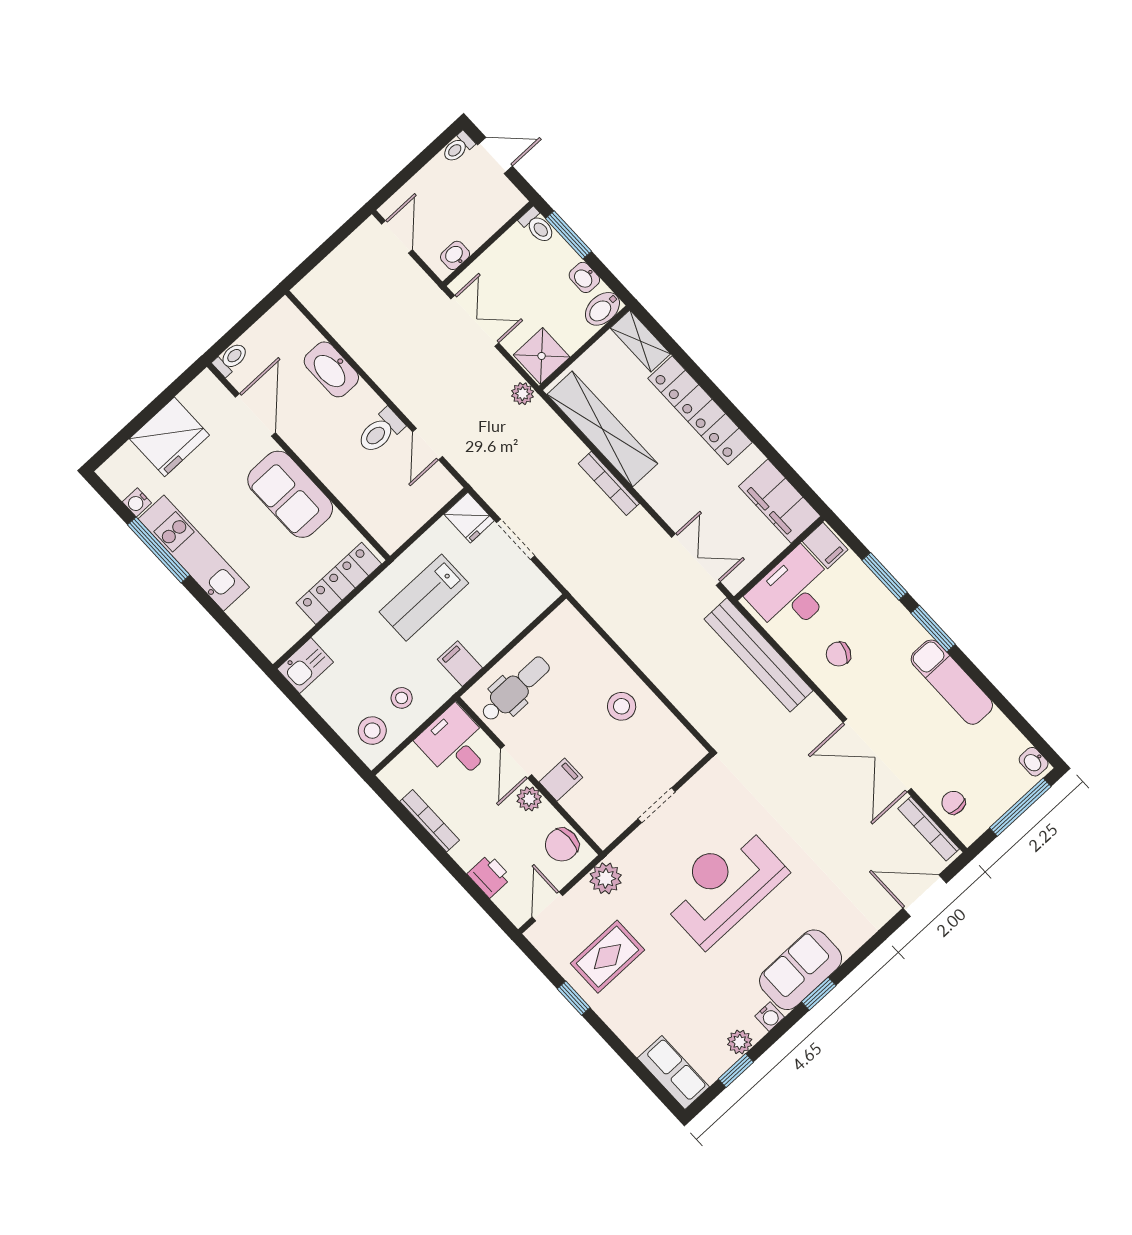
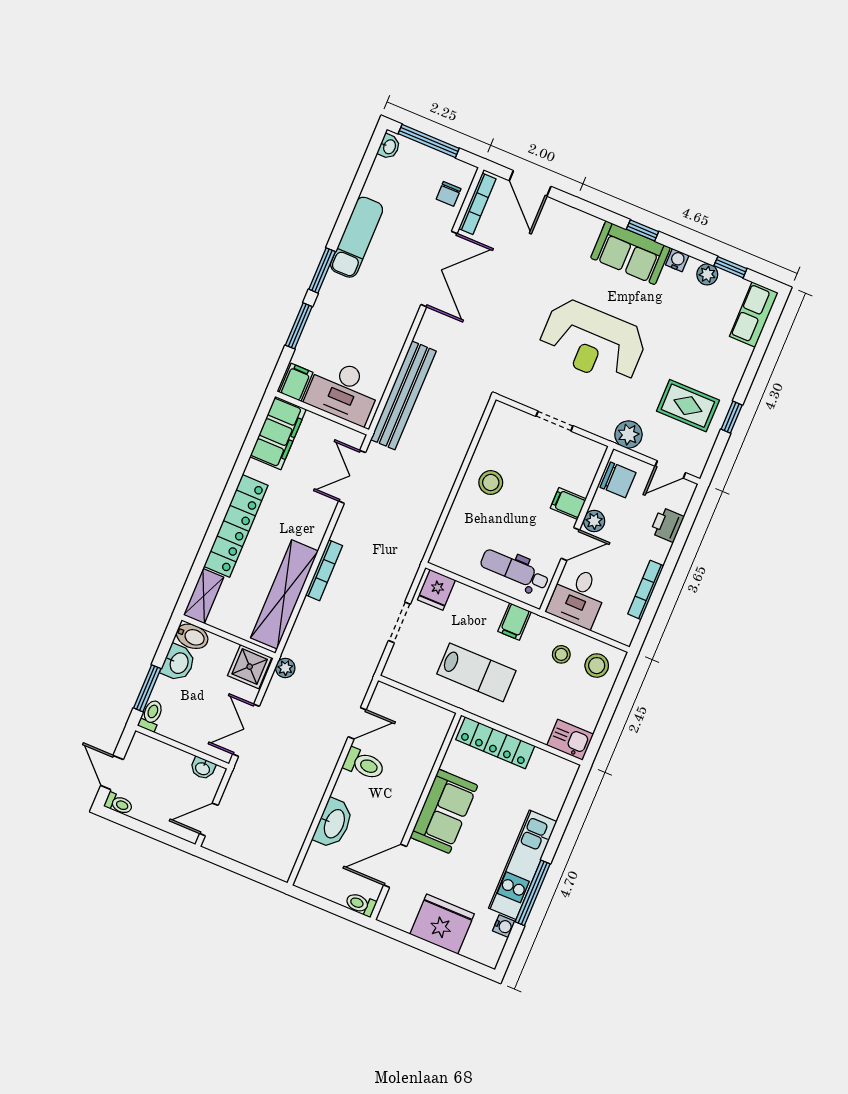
washbasin: (584, 277) -> (178, 663), width x1.38, depth x1.45
fridge: (469, 518) -> (437, 590), moved, turned 180
chair: (838, 654) -> (375, 334), removed

